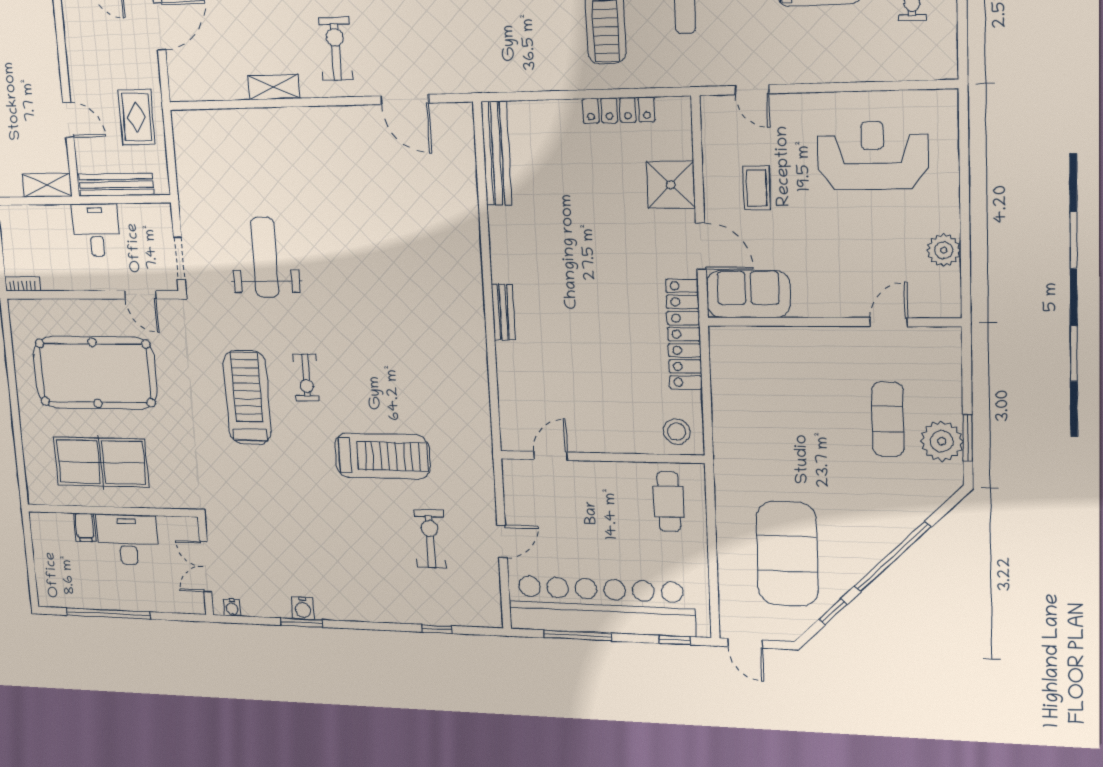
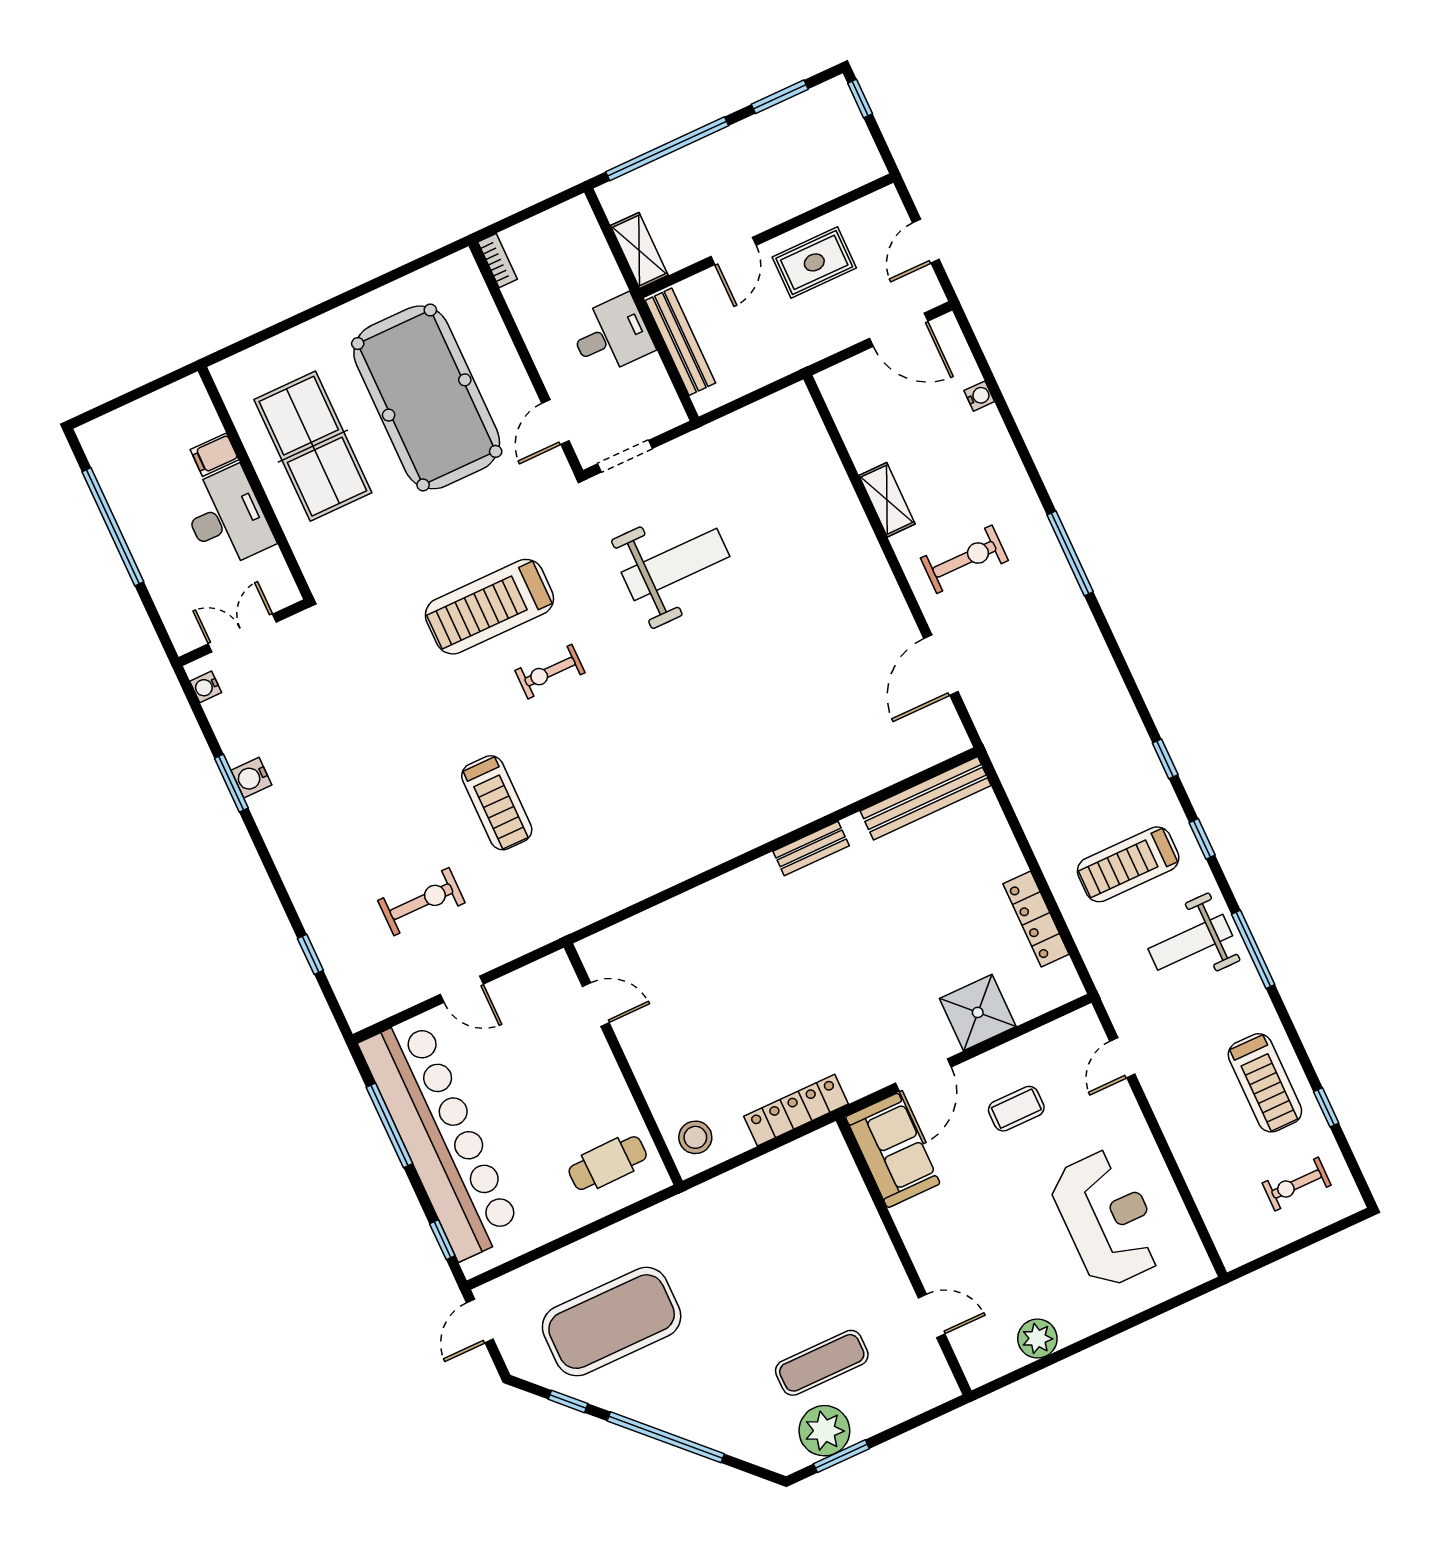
rug: (137, 117) -> (814, 262), moved
bench: (503, 312) -> (811, 848), moved
locker: (684, 334) -> (796, 1110), width x0.71, depth x0.83
treadmill: (247, 397) -> (489, 607), turned 180
treadmill: (382, 456) -> (497, 803), width x0.73, depth x0.73

